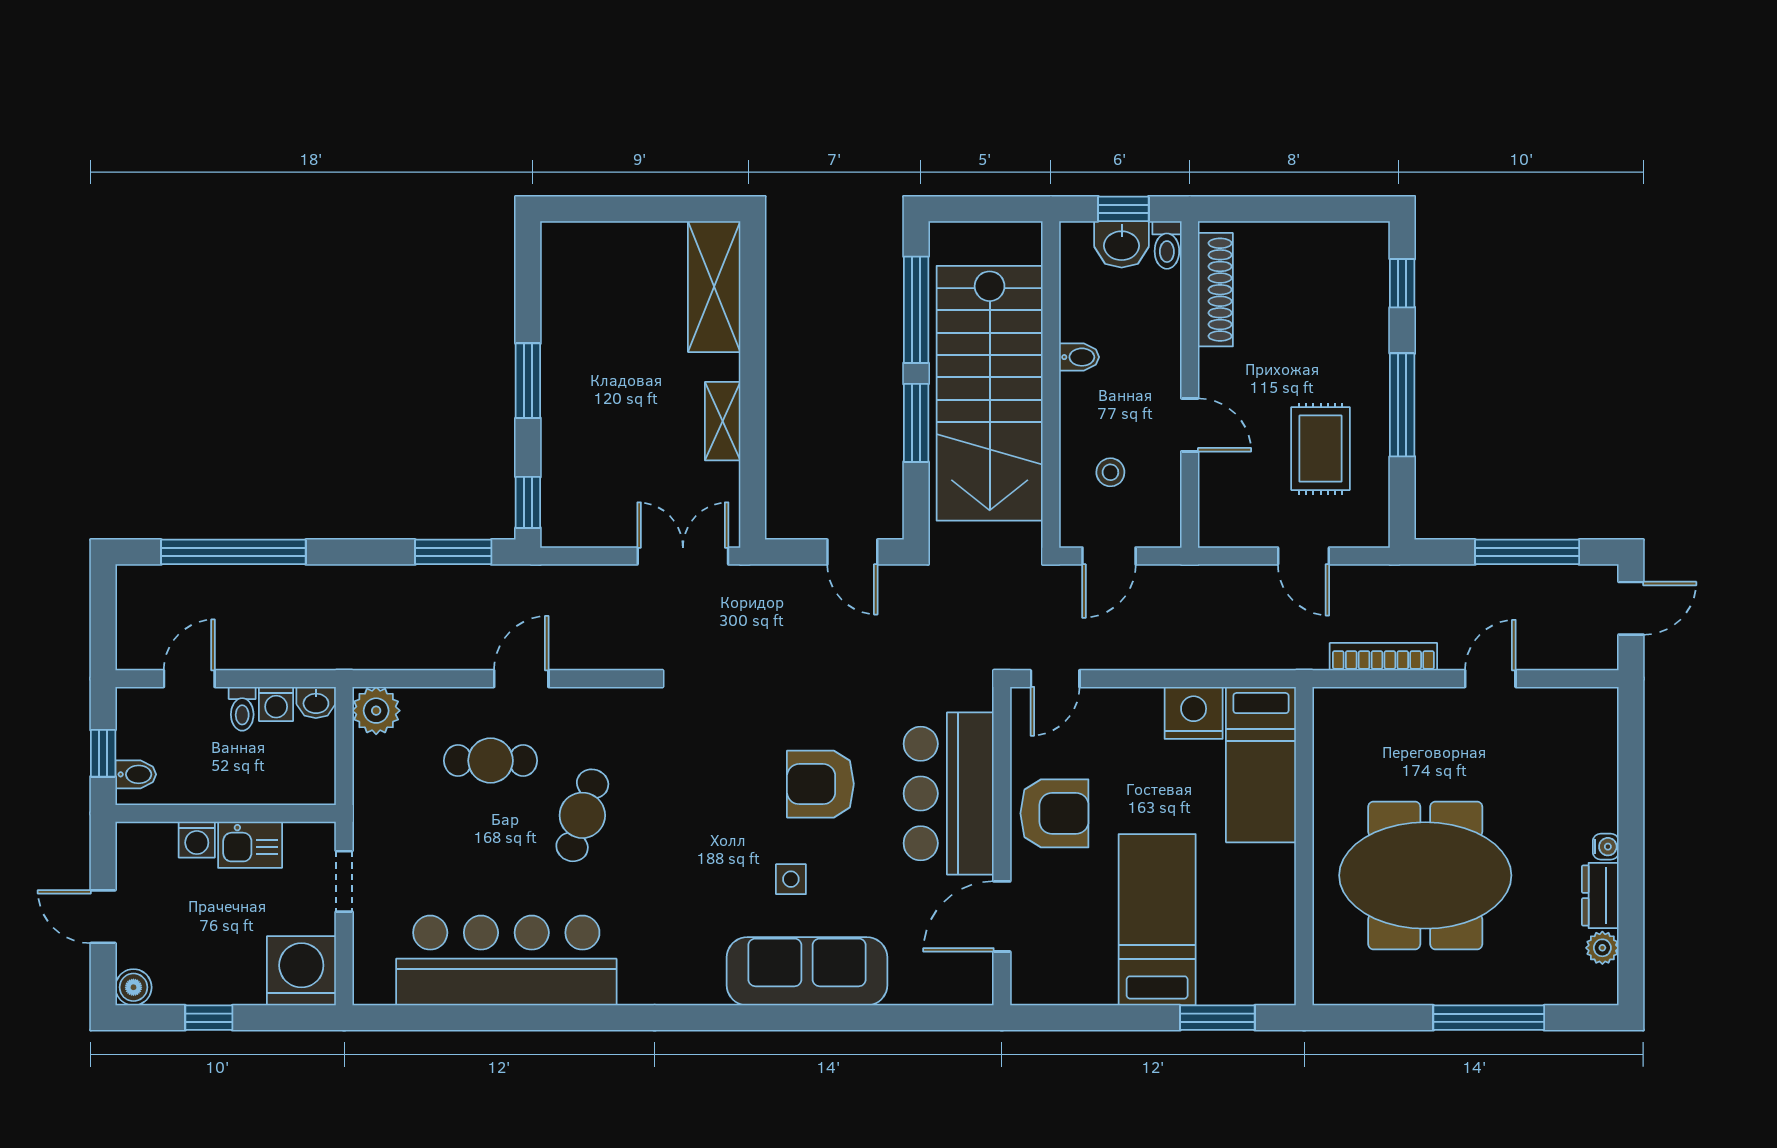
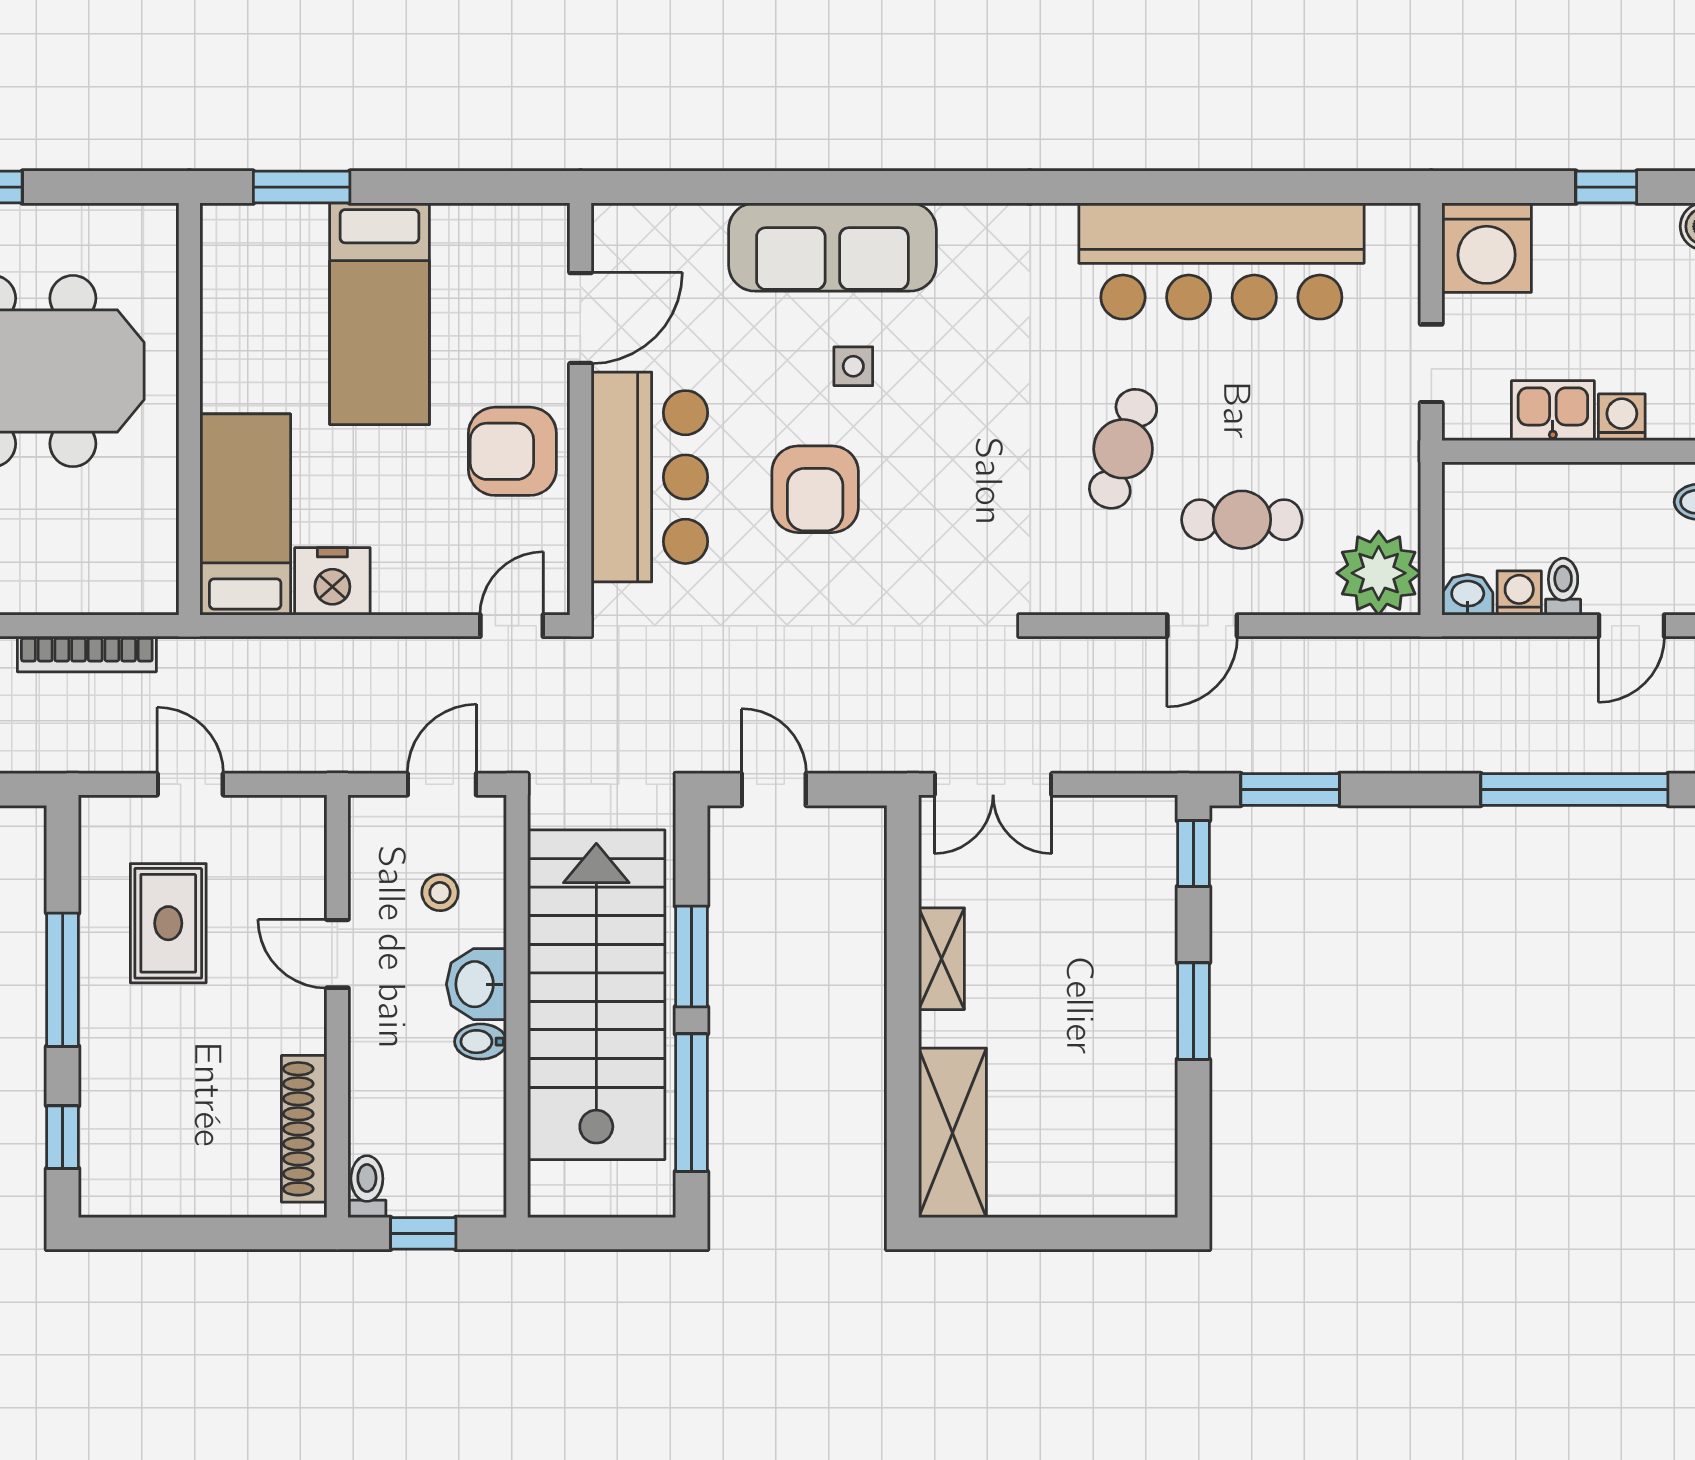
washbasin: (1122, 244) -> (476, 984), moved, turned -90
plant: (376, 711) -> (1379, 573), width x1.36, depth x1.36
armchair: (820, 784) -> (815, 489), turned 90

